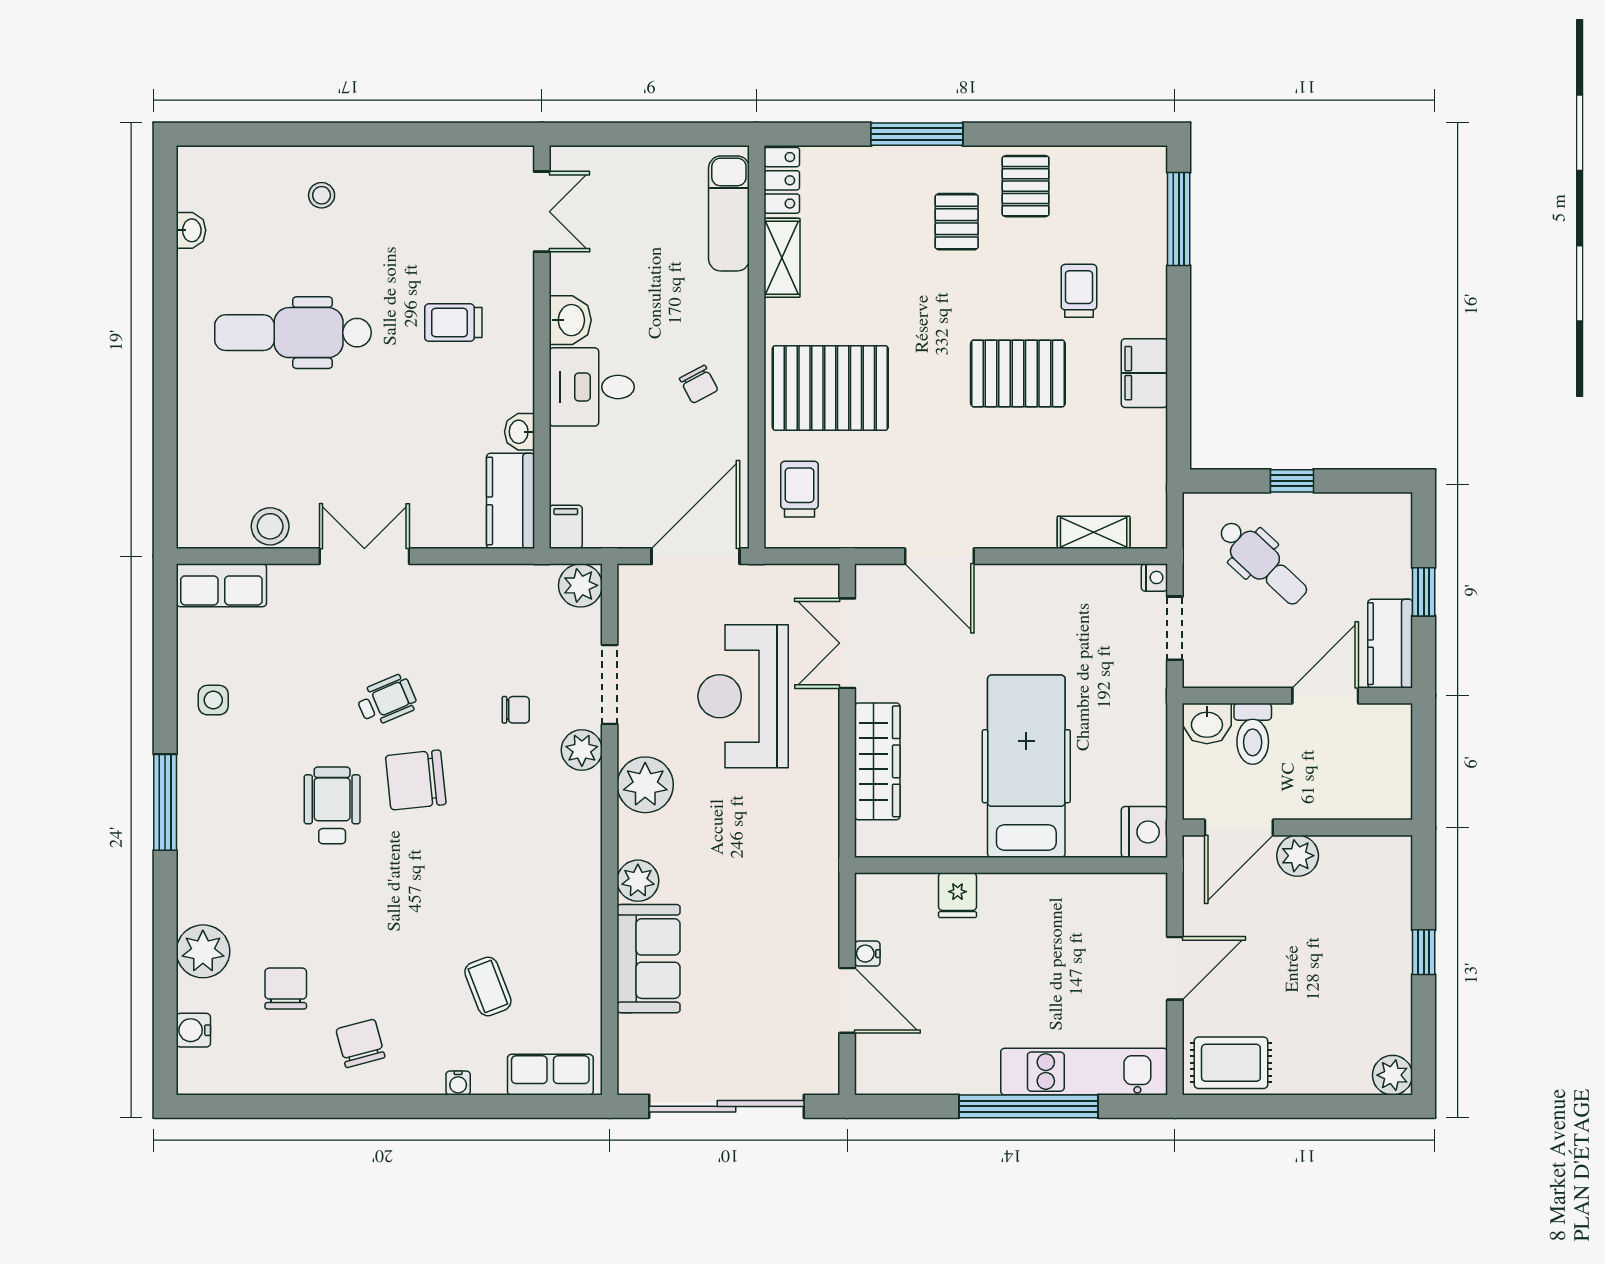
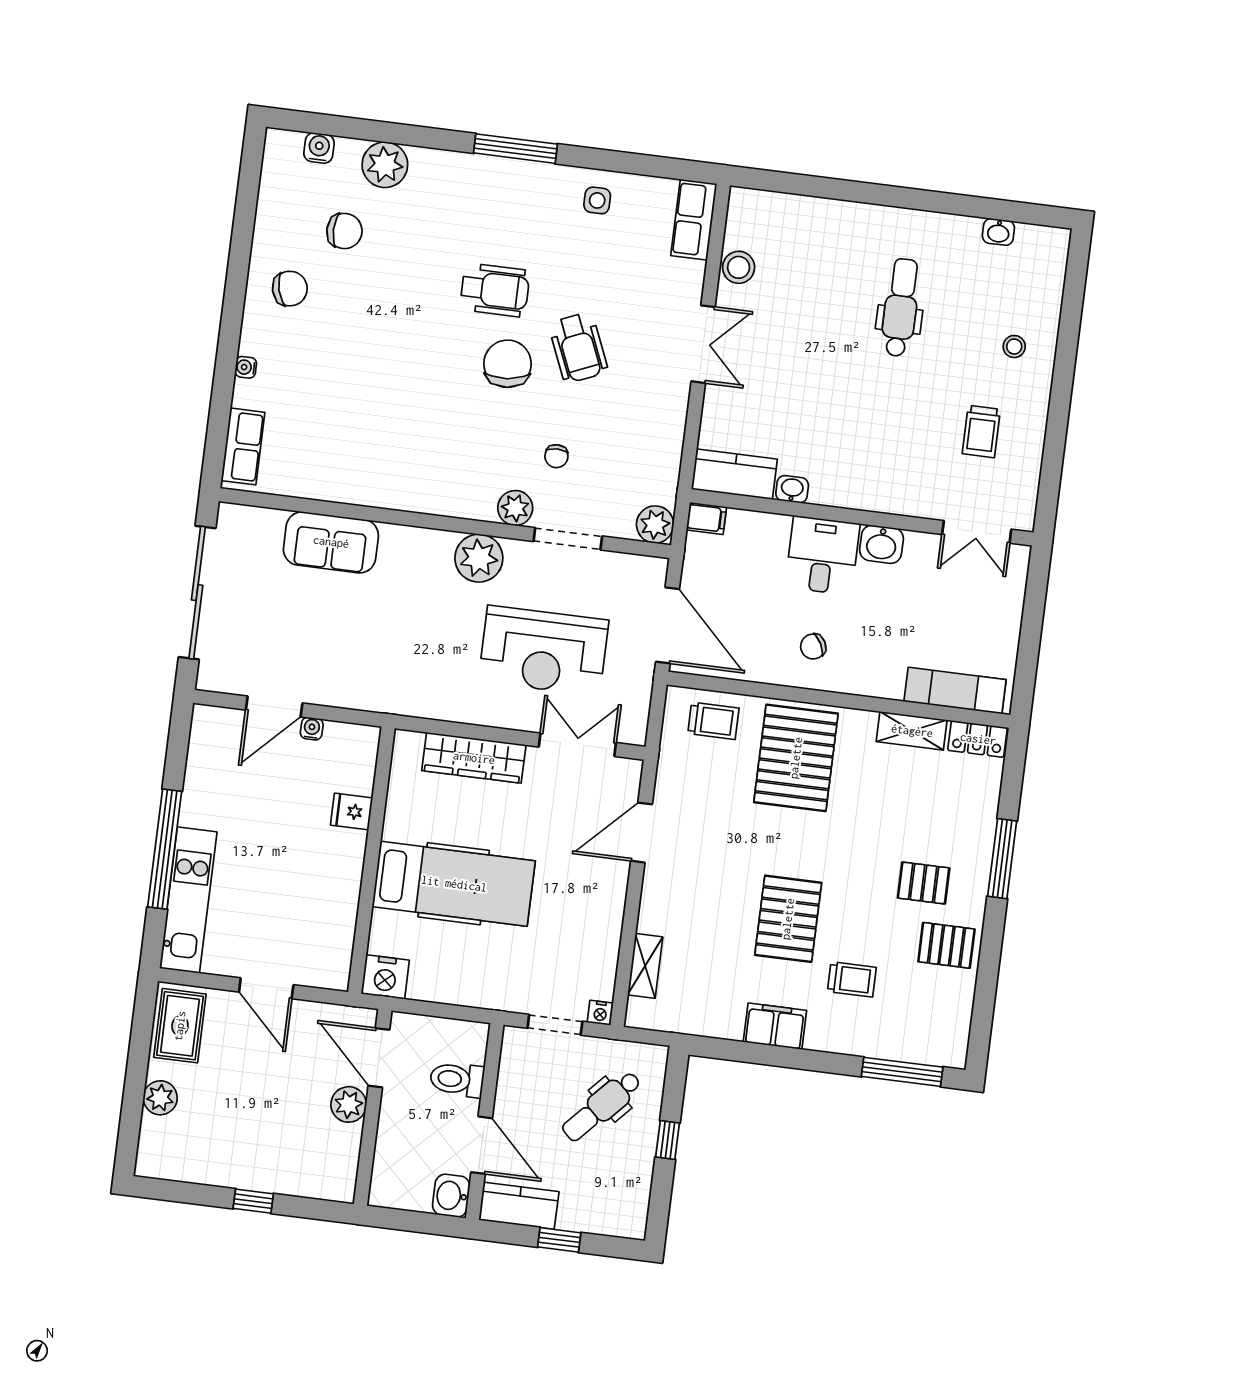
trolley: (453, 323) -> (981, 432), moved, turned 180
dental chair: (293, 333) -> (901, 308), width x0.73, depth x0.72
reception desk: (743, 696) -> (544, 651), turned 180
wheelchair: (387, 700) -> (578, 348), width x1.36, depth x1.37
washbasin: (1207, 724) -> (451, 1196), moved
plant: (638, 881) -> (398, 542), removed
coffee table: (488, 986) -> (324, 403), removed
plant: (1392, 1075) -> (160, 1098), moved

